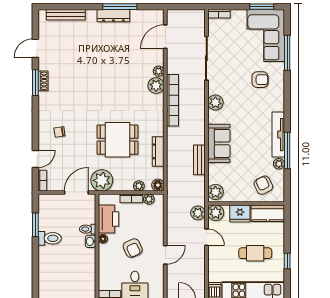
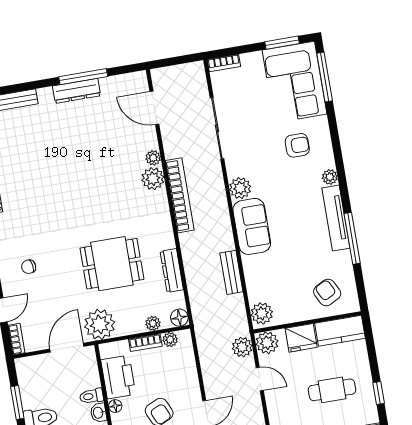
door: (165, 37) -> (154, 108), hinge flipped
window: (287, 53) -> (325, 77), moved
sofa: (219, 143) -> (252, 226), moved
plant: (279, 164) -> (330, 177), moved

